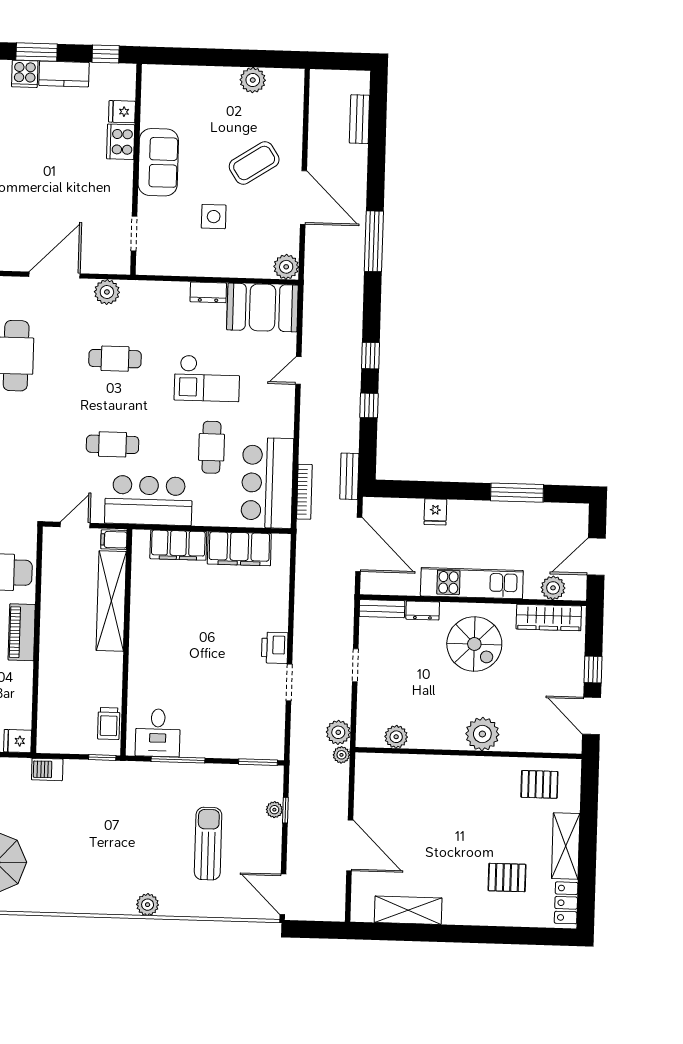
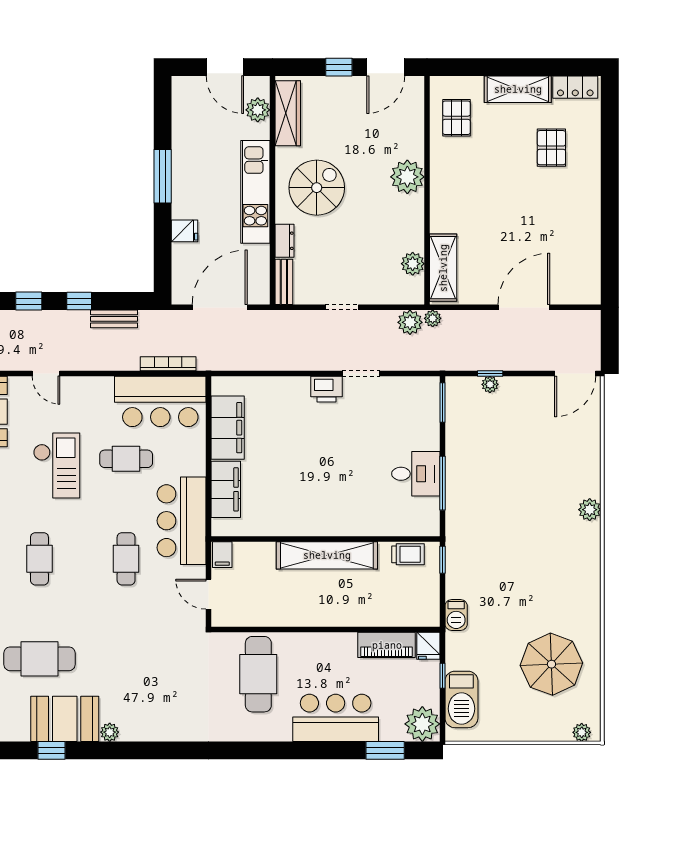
bench: (349, 476) -> (114, 319), moved
window: (517, 493) -> (163, 176), moved
shelving: (111, 601) -> (327, 555), moved
piano: (22, 632) -> (387, 645), moved
desk: (158, 733) -> (416, 474), moved
sun lounger: (208, 844) -> (526, 450), removed
shelving: (408, 910) -> (443, 268), moved

